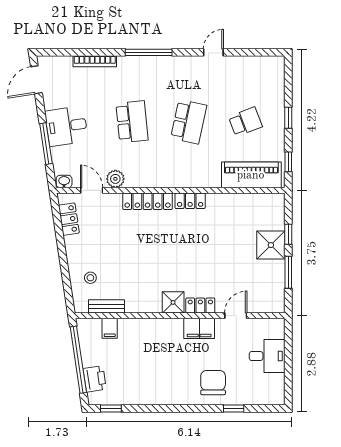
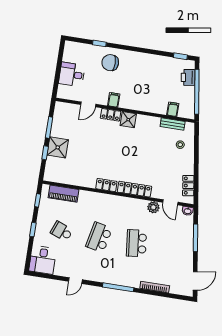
school desk: (245, 122) -> (62, 231), turned 42
desk: (66, 126) -> (43, 260), moved, turned 99
piano: (251, 175) -> (63, 194), width x0.73, depth x0.75
filing cabinet: (199, 328) -> (114, 100), width x0.50
chair: (213, 383) -> (110, 63), turned 90

